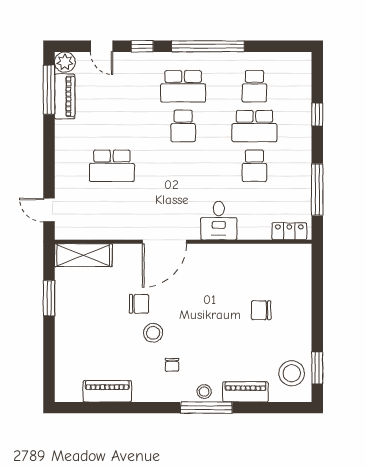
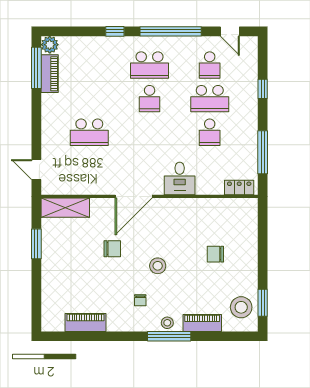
door: (102, 46) -> (230, 31), moved
stool: (153, 333) -> (158, 266), moved

